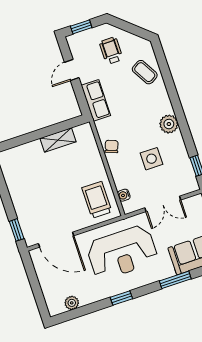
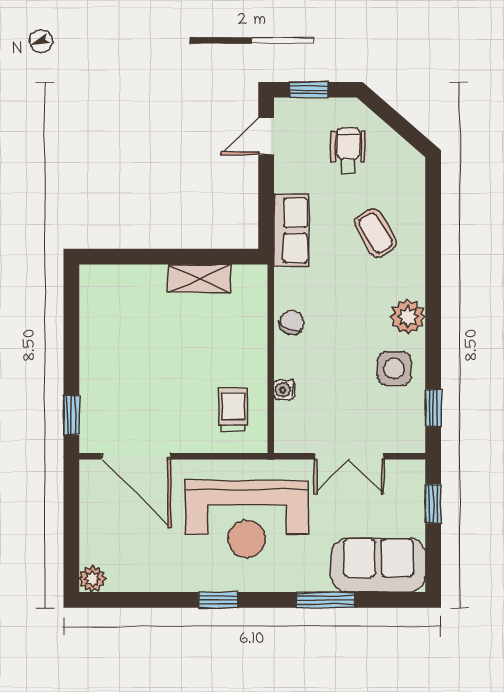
door: (72, 70) -> (266, 136), moved
coffee table: (145, 72) -> (375, 233), moved
side table: (151, 159) -> (394, 368), moved
water cooler: (124, 195) -> (284, 390), moved
trolley: (97, 200) -> (233, 409), width x0.73, depth x0.72
plant: (72, 303) -> (92, 579), moved

